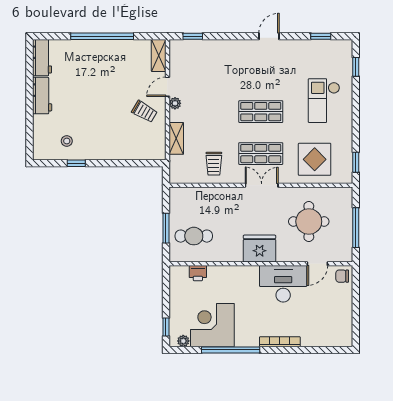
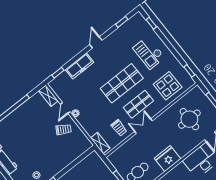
freezer: (226, 49) -> (80, 66), added
shop shelf: (261, 112) -> (122, 83), width x1.43, depth x1.36
shelving: (176, 138) -> (100, 143), moved
double door: (262, 185) -> (143, 126), moved
fridge: (260, 249) -> (168, 159), moved

